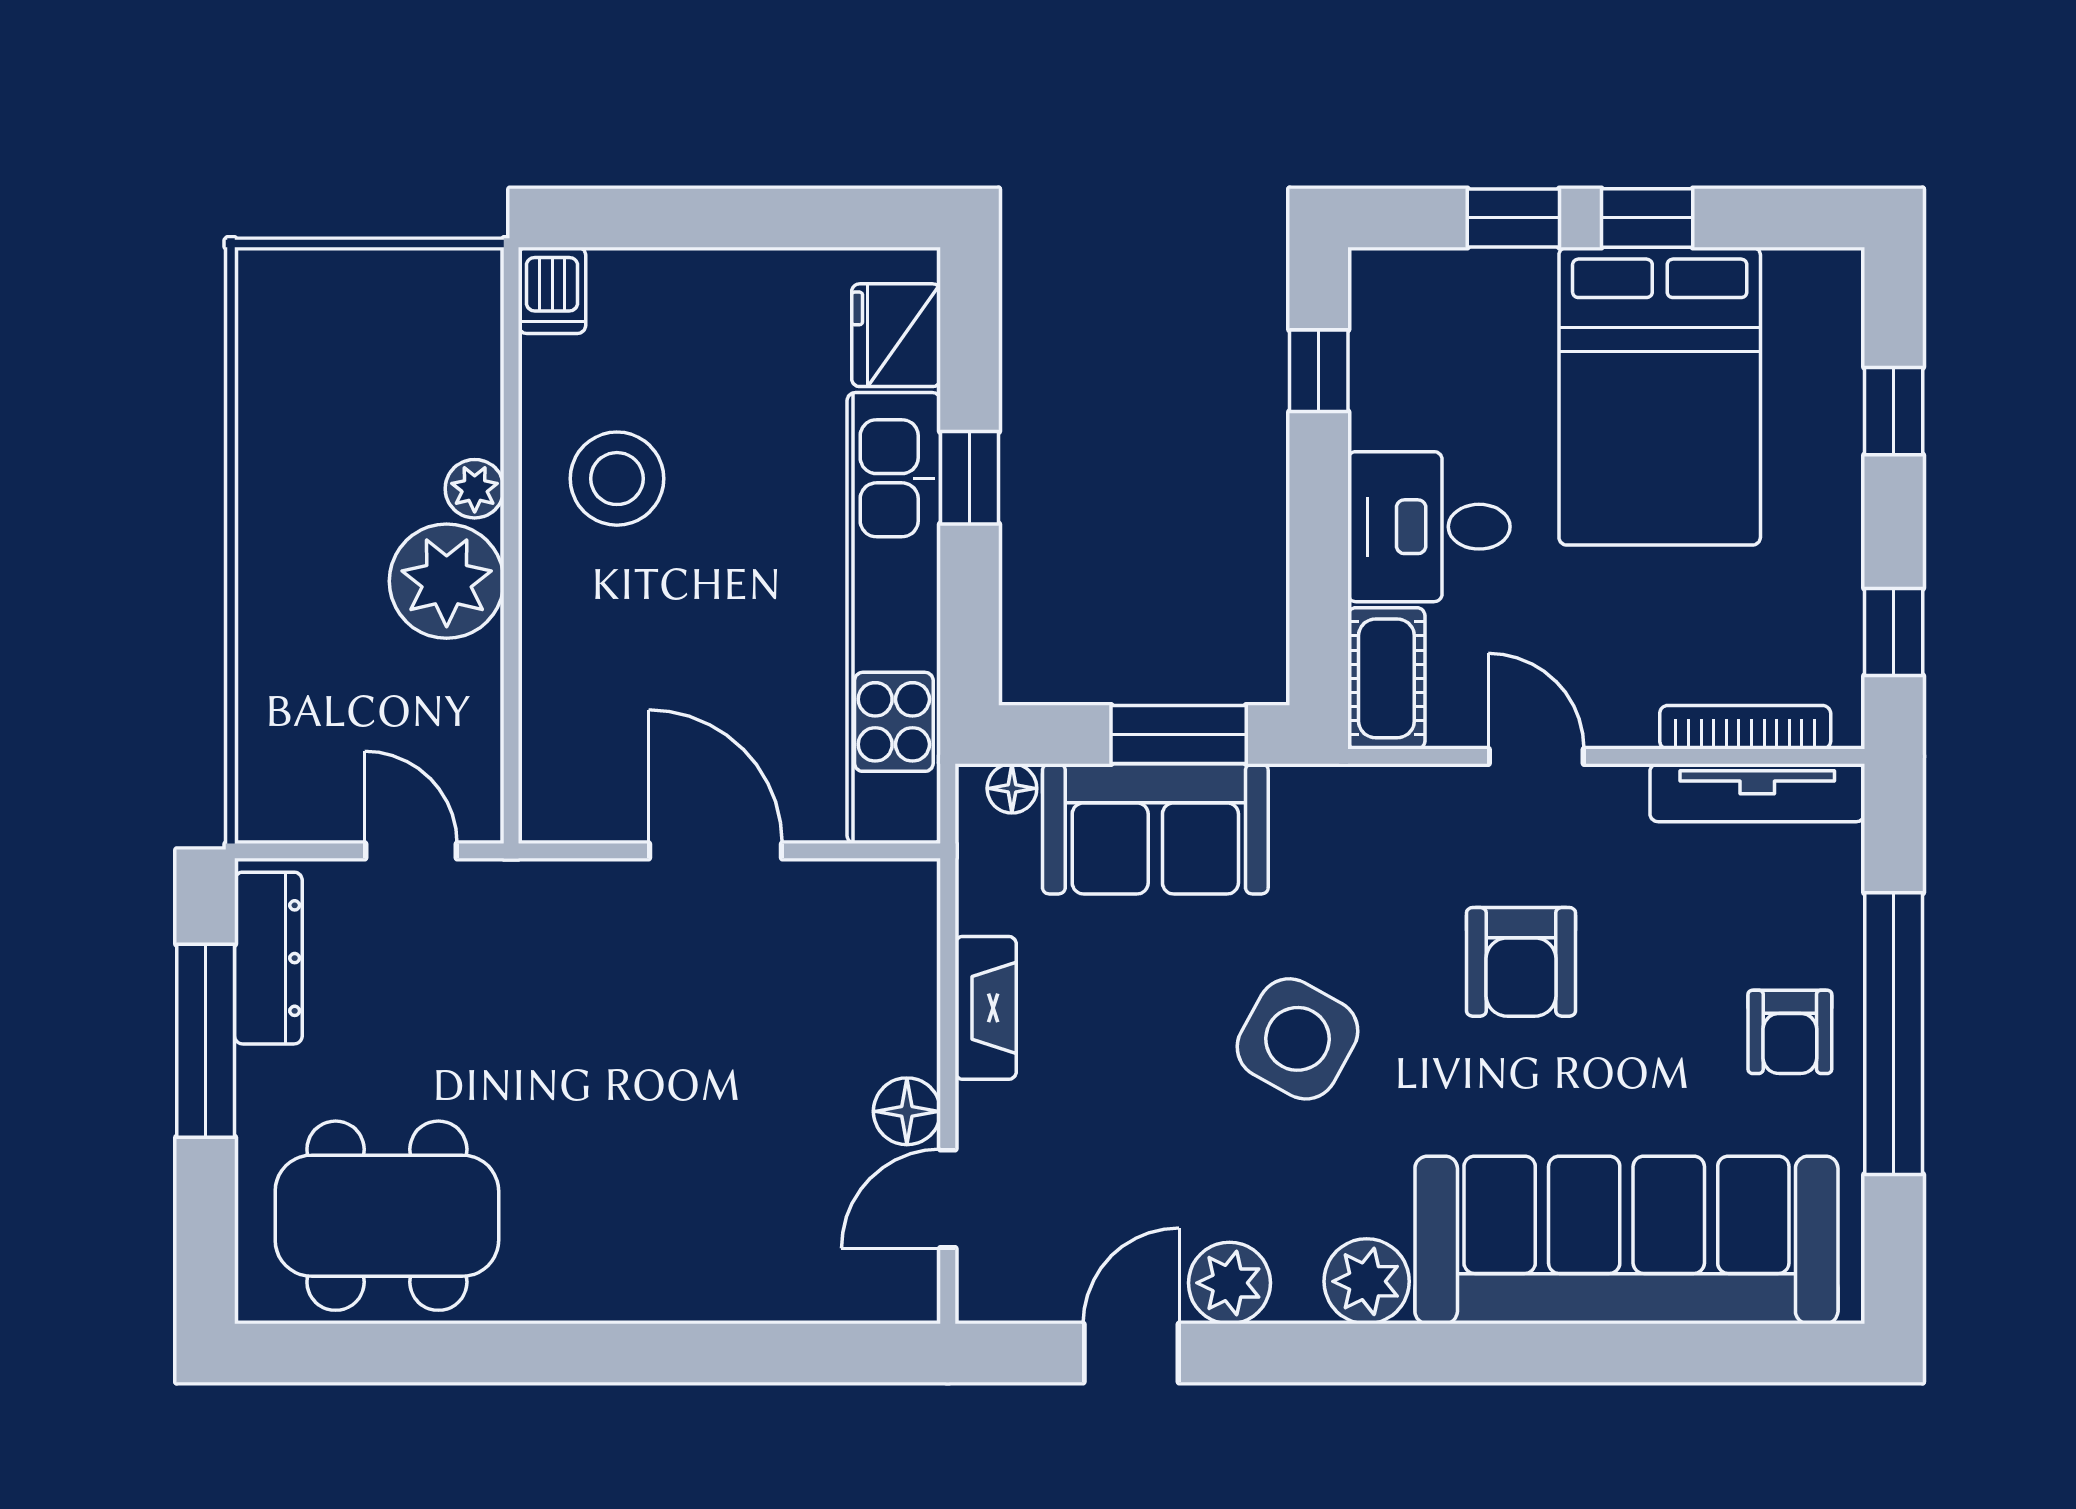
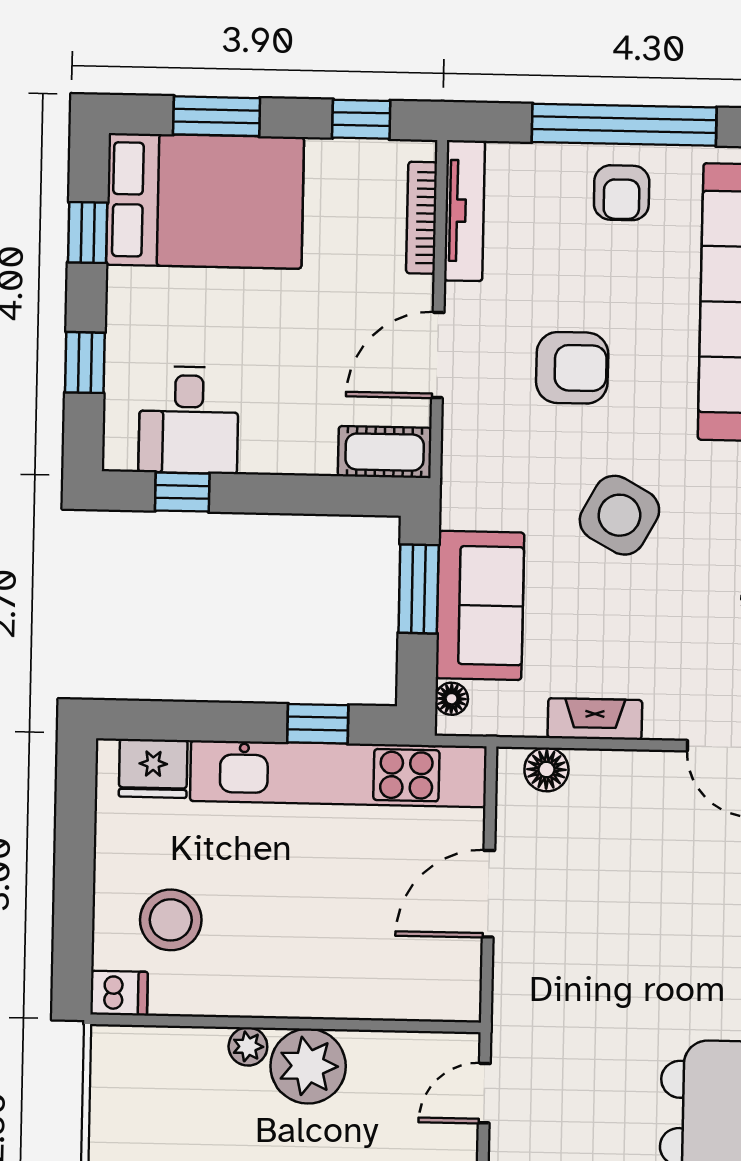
window: (1647, 218) -> (88, 233), moved
bed: (1660, 396) -> (205, 201), moved
window: (1894, 411) -> (217, 116), width x1.50
window: (970, 478) -> (318, 724), moved
stool: (617, 479) -> (171, 920), moved
desk: (1429, 527) -> (189, 420), moved
door: (1536, 756) -> (438, 355), width x1.38
armchair: (1790, 1032) -> (622, 193), turned 90
floor lamp: (907, 1111) -> (546, 770), moved

